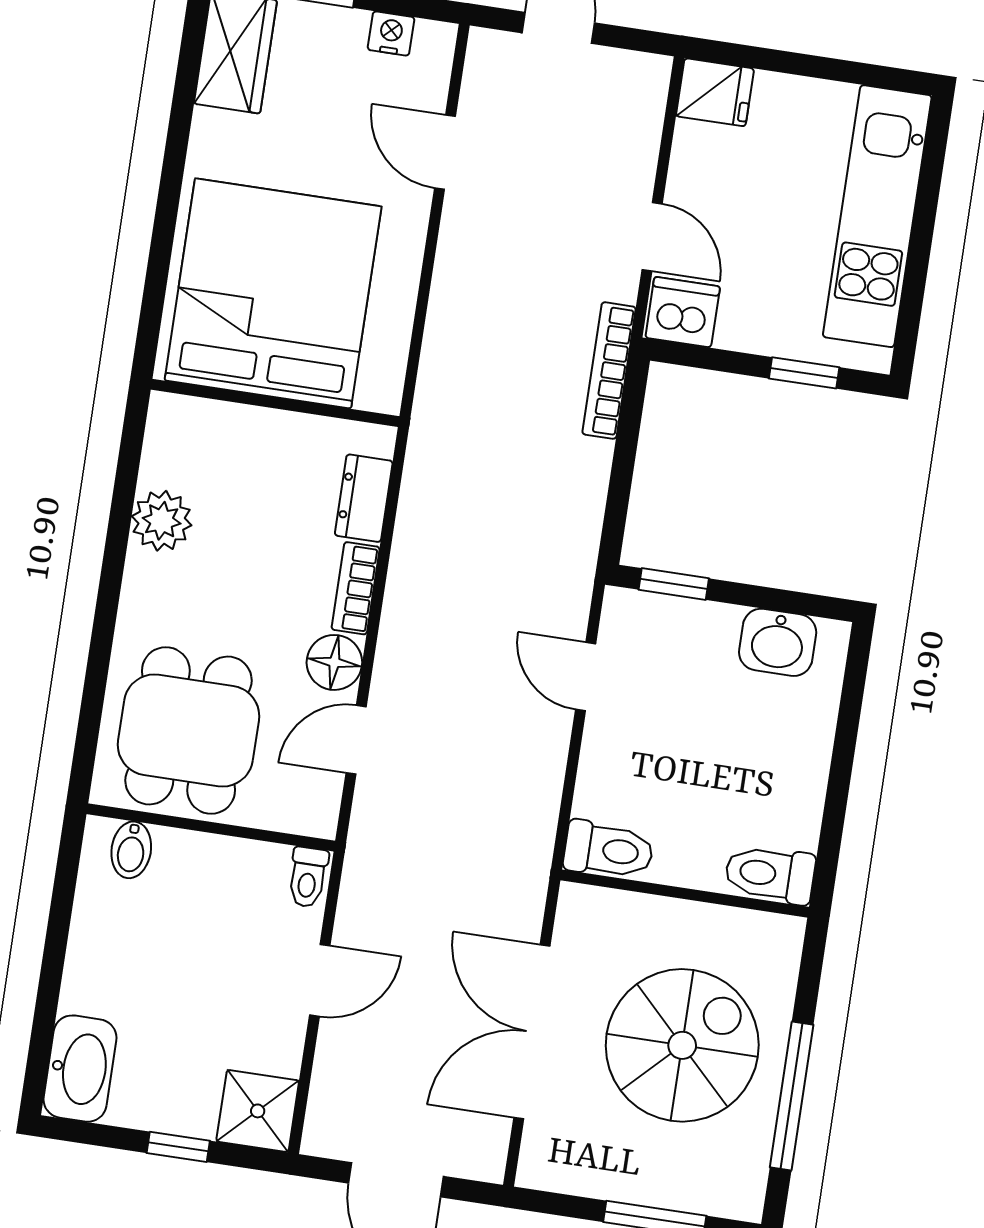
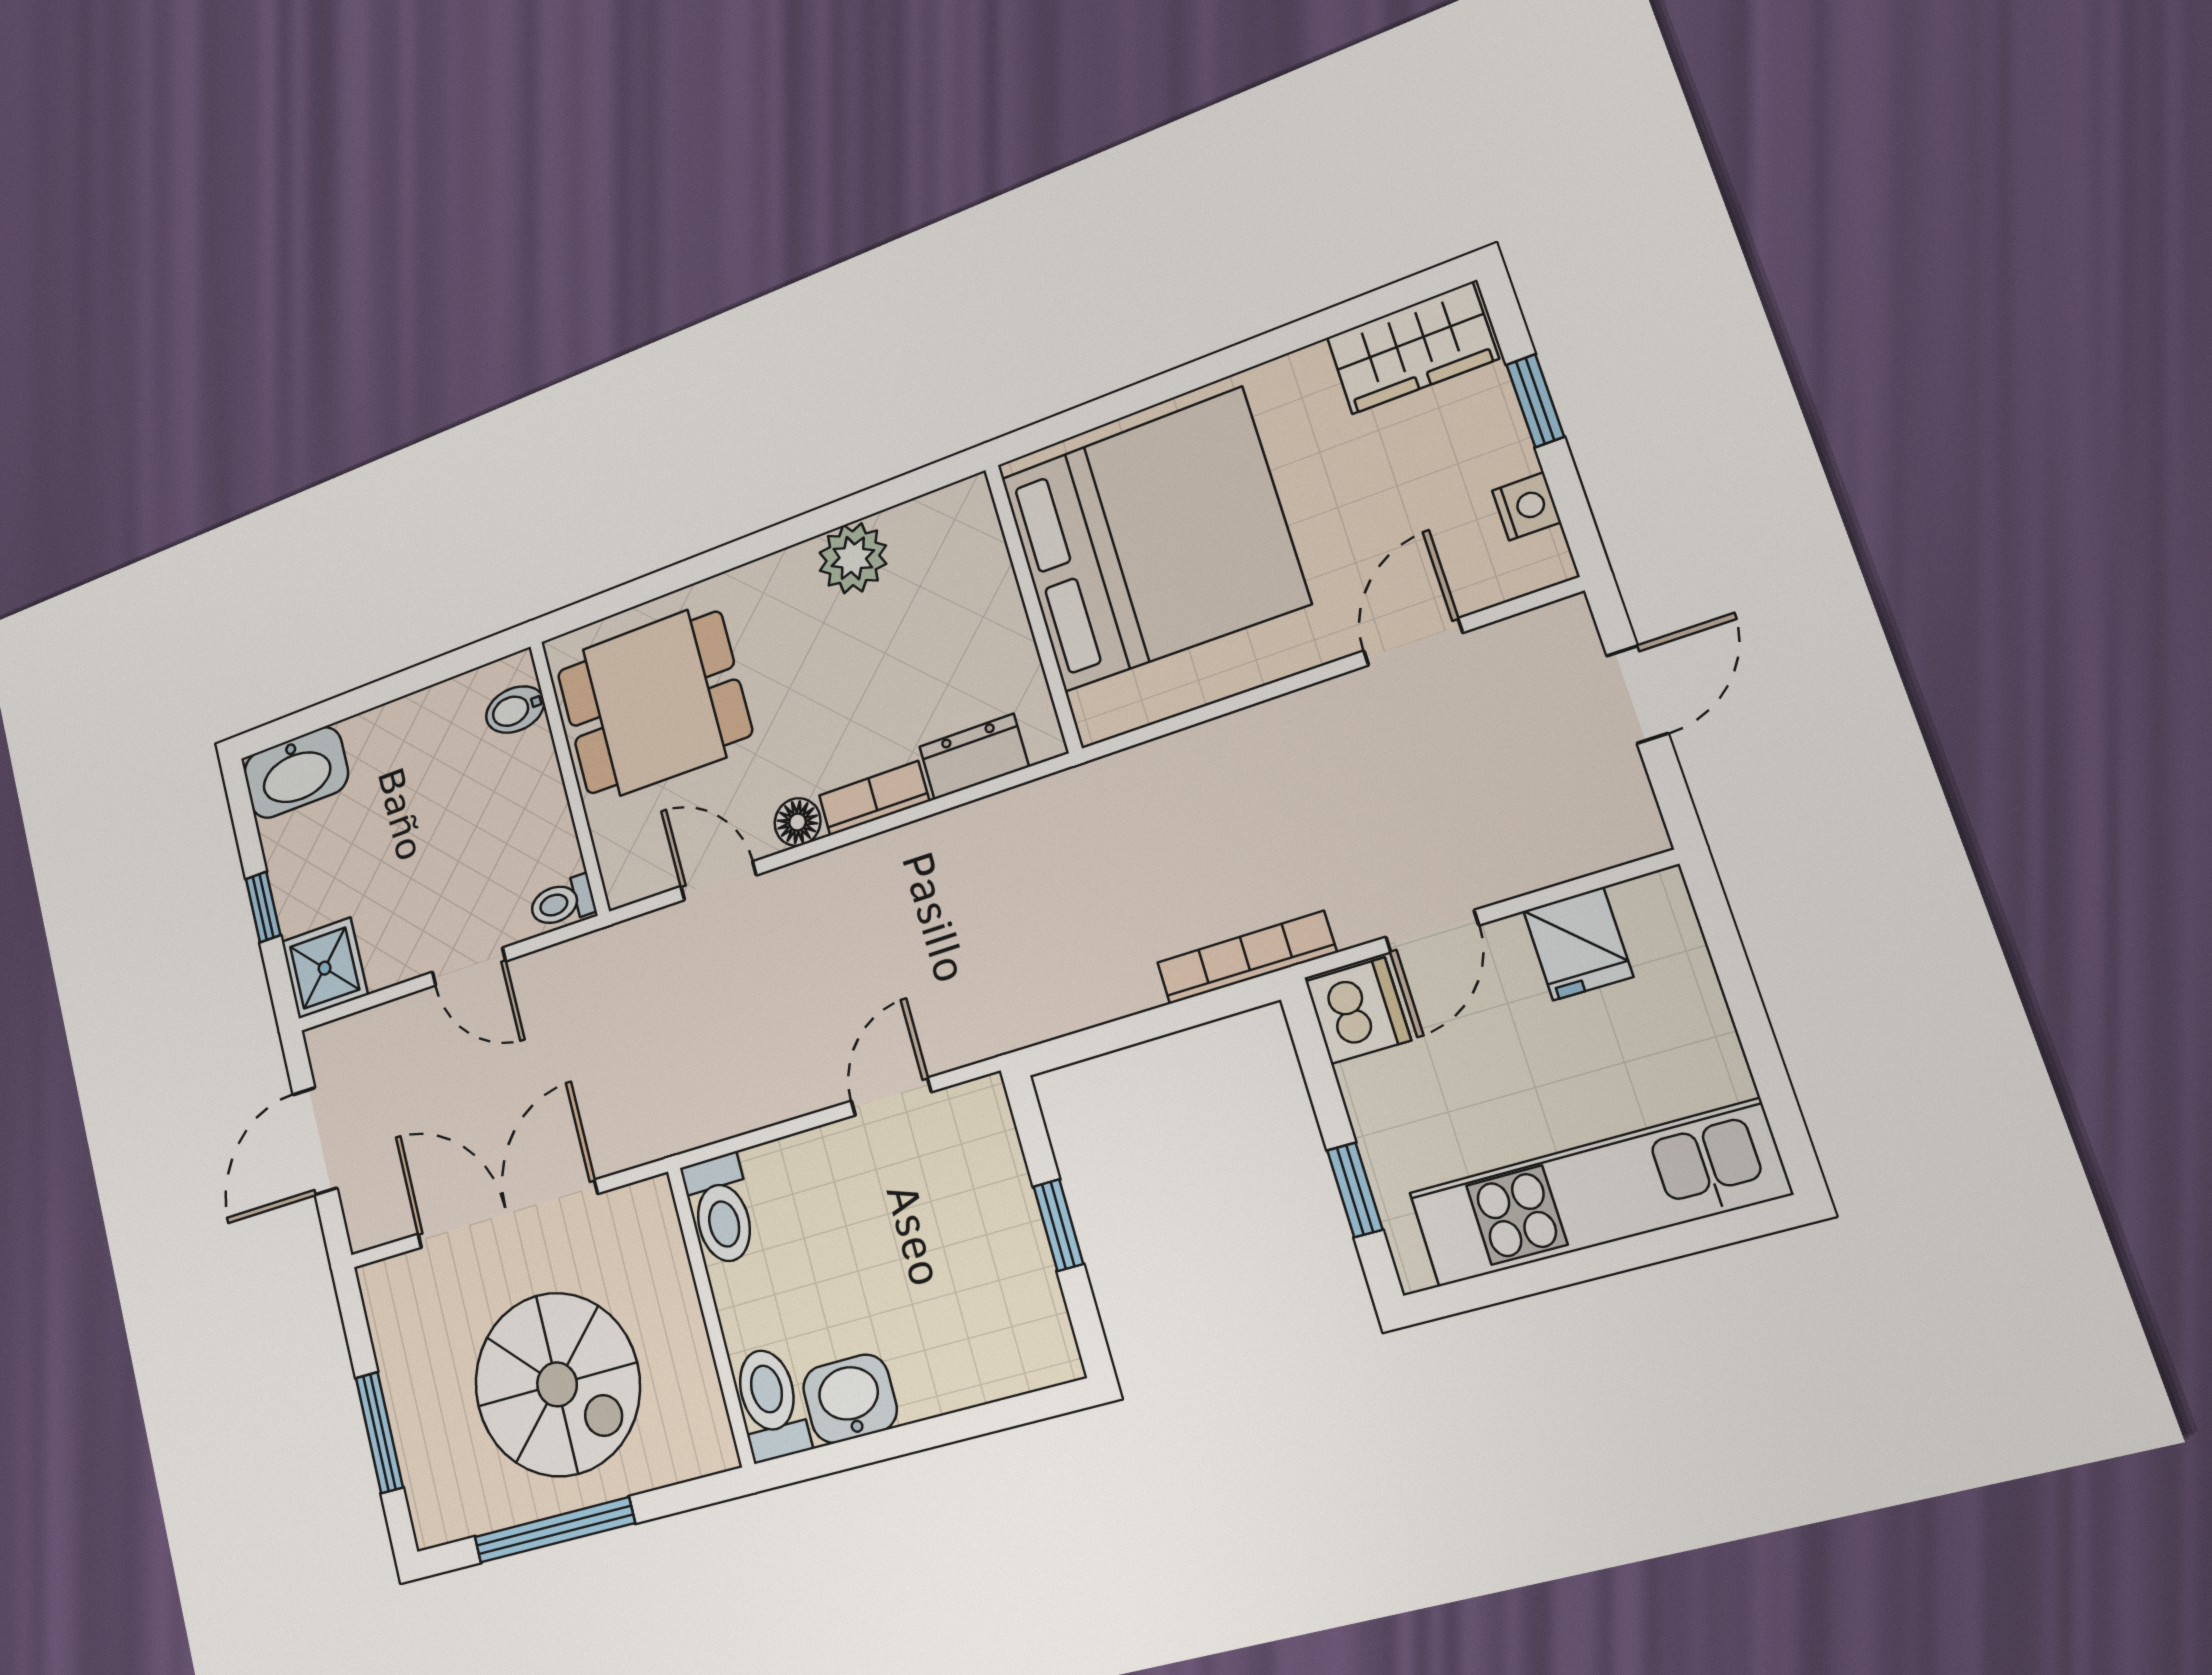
fridge: (715, 92) -> (1578, 944), moved
window: (674, 584) -> (1058, 1225), moved
washbasin: (778, 642) -> (850, 1399), moved, turned 90
floor lamp: (334, 662) -> (798, 822), width x0.73, depth x0.73

